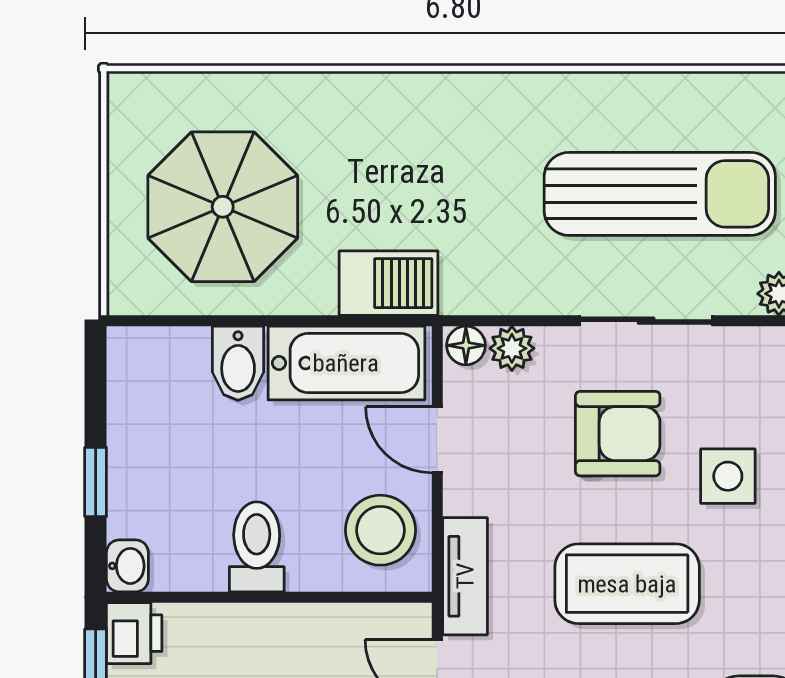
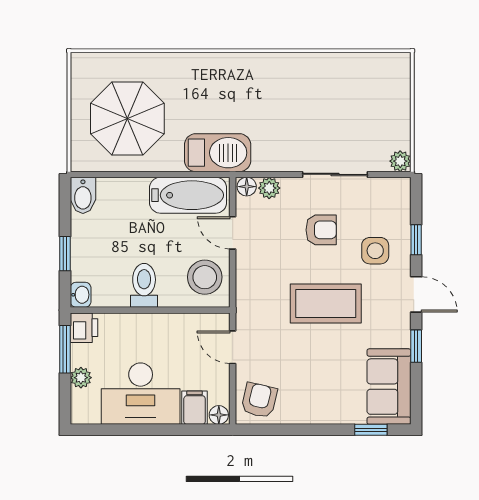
sun lounger: (660, 194) -> (342, 112), removed
barbecue: (388, 283) -> (218, 153), width x1.37, depth x1.21
bidet: (238, 363) -> (83, 195), moved
armchair: (618, 434) -> (321, 230), width x0.72, depth x0.72
tv unit: (465, 576) -> (246, 300), removed

